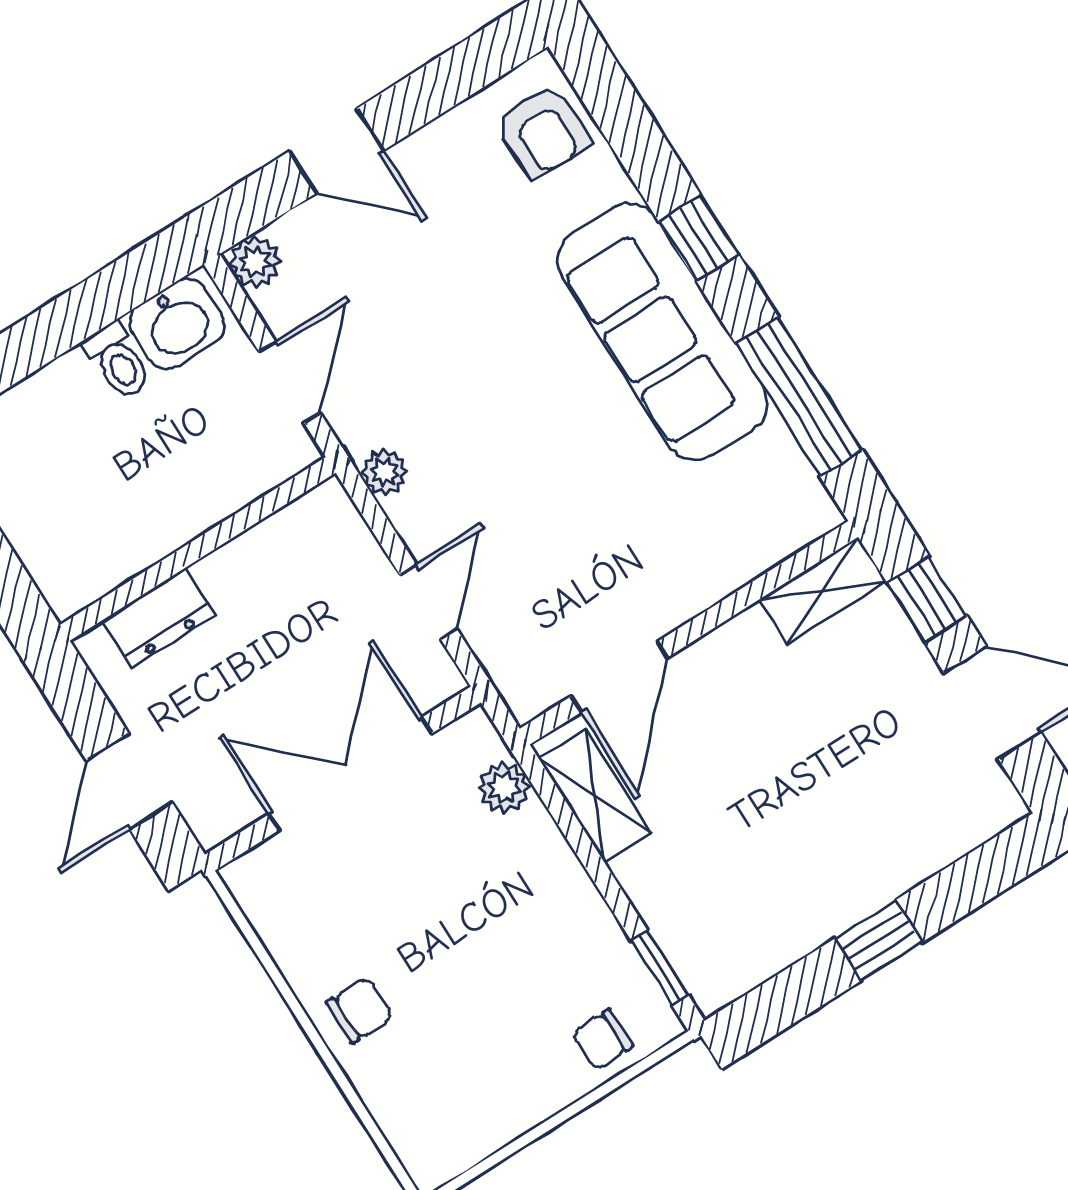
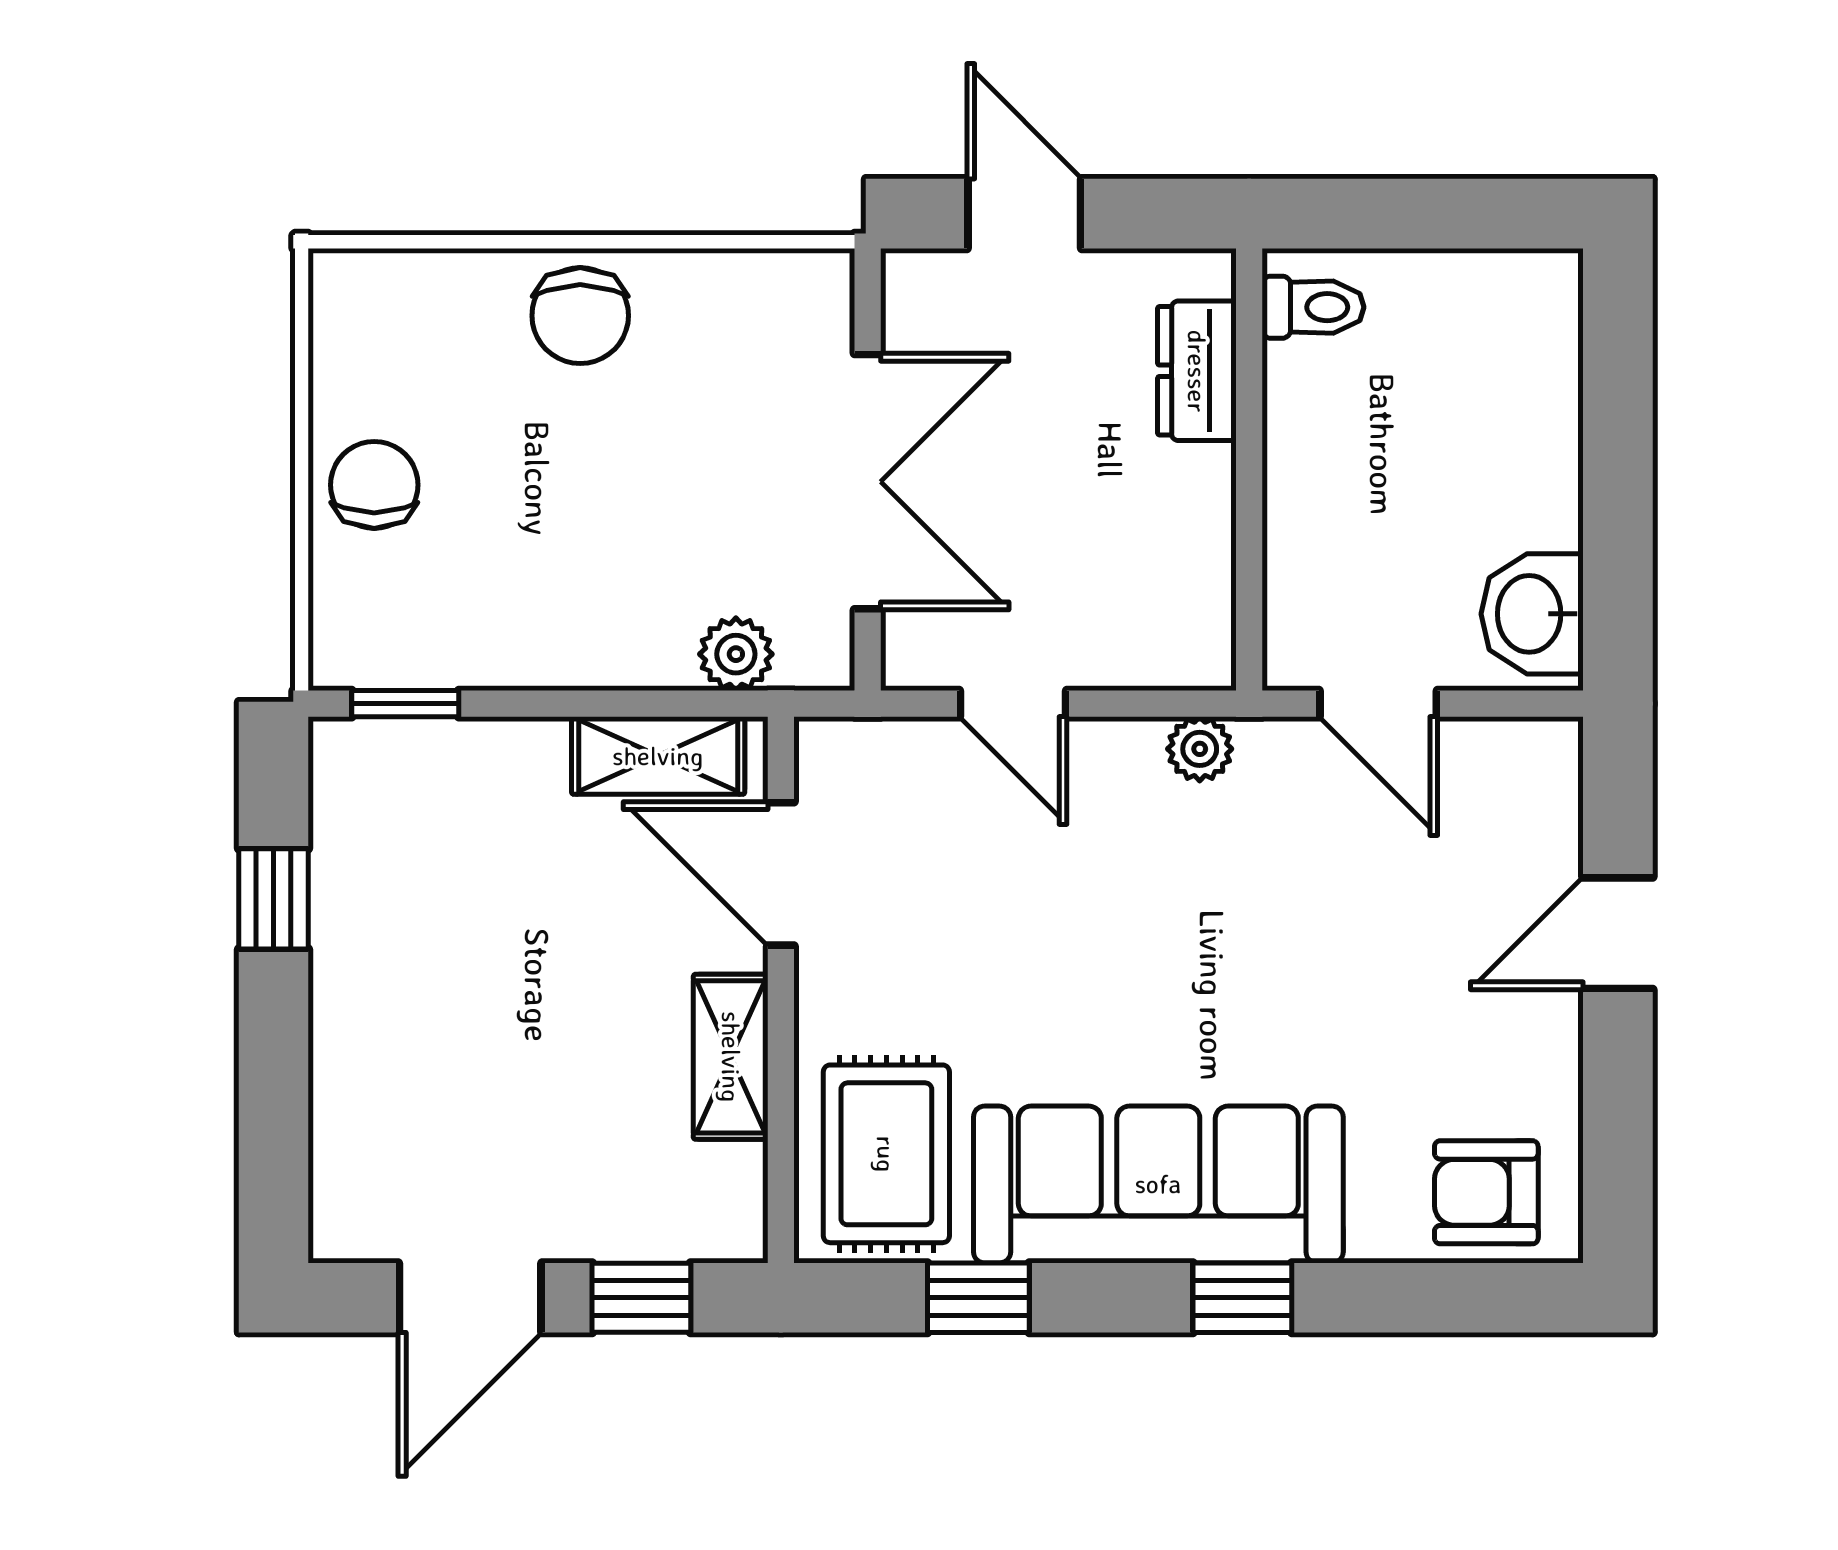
plant: (255, 262) -> (1547, 753), removed
toilet: (118, 361) -> (1313, 307), moved, turned 180
window: (799, 397) -> (978, 1298), width x0.46
rug: (748, 507) -> (886, 1154), added
shelving: (823, 591) -> (731, 1057), moved
window: (878, 940) -> (273, 899), moved
chair: (360, 1010) -> (580, 316), width x1.37, depth x1.37
chair: (602, 1040) -> (374, 485), moved, width x1.37, depth x1.37

